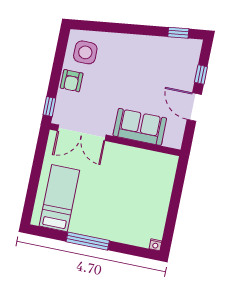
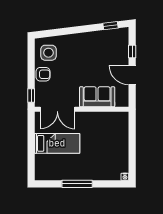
armchair: (72, 81) -> (43, 74), turned -90
bed: (59, 198) -> (57, 143), moved, turned 90

